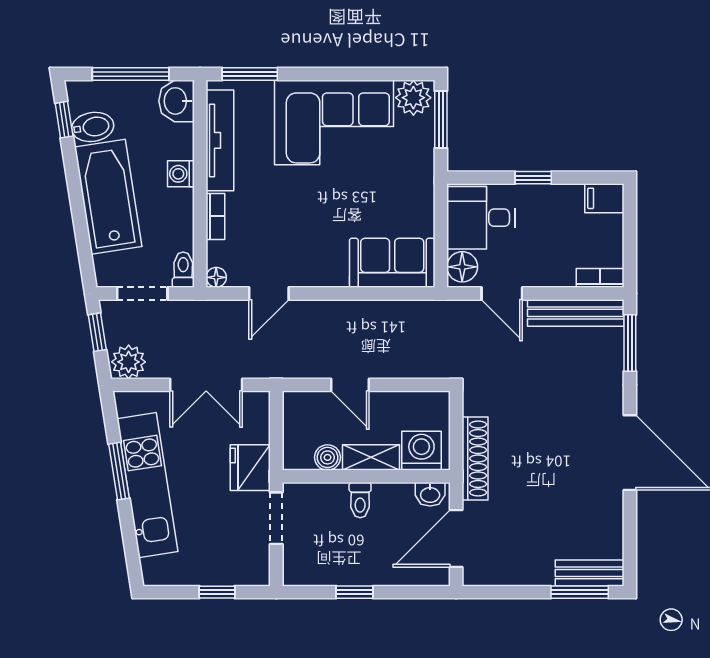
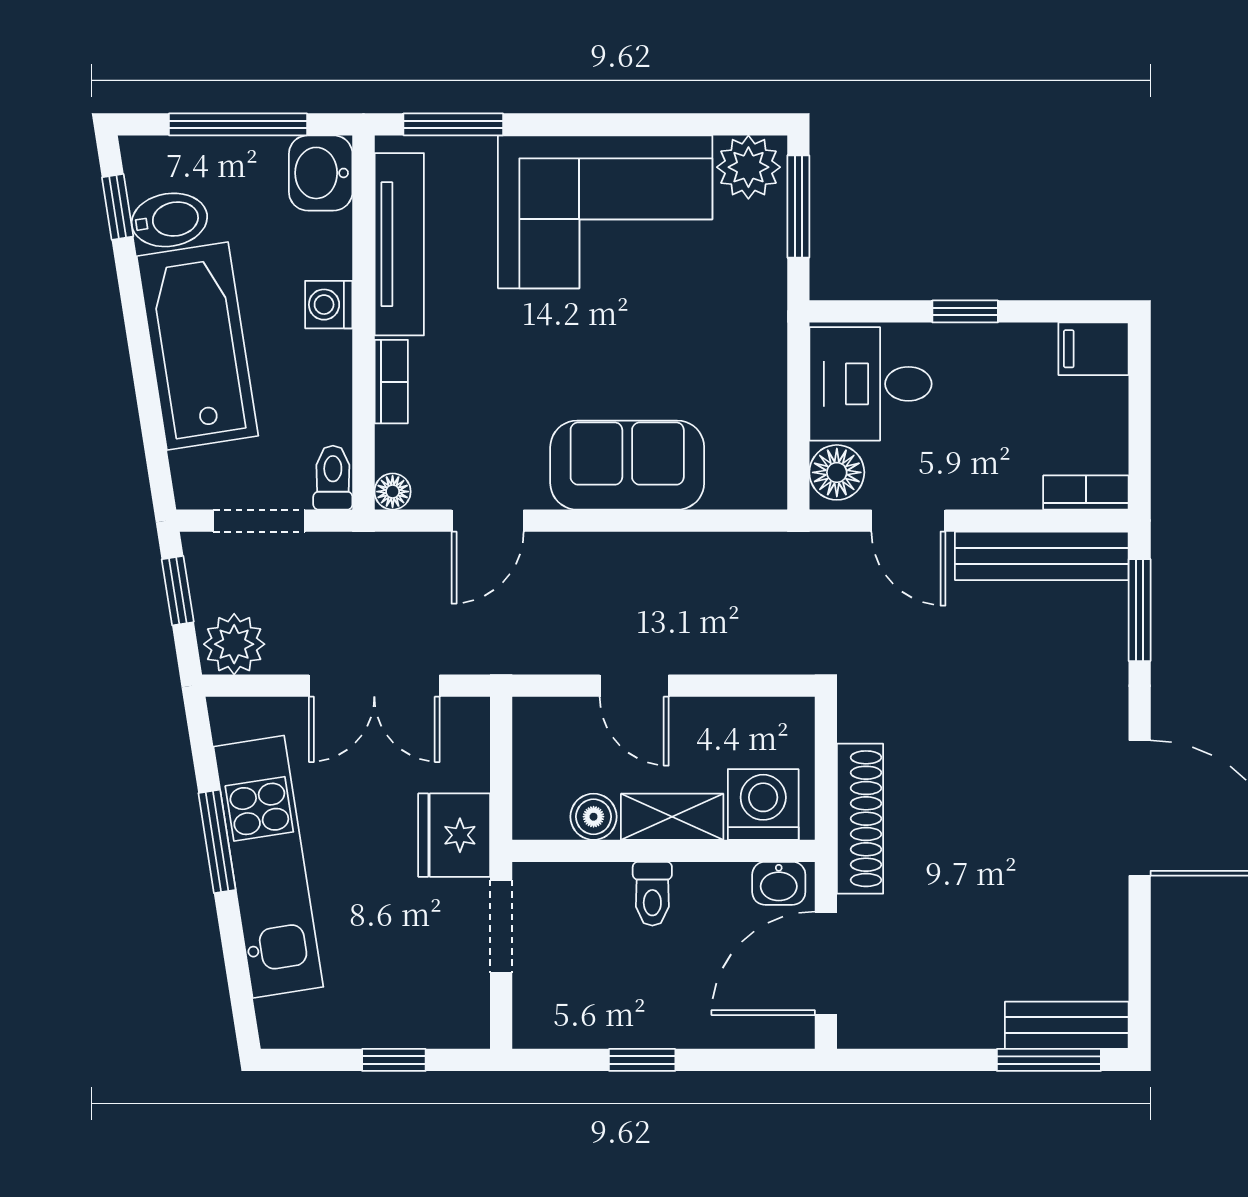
sofa: (392, 263) -> (627, 465), moved

